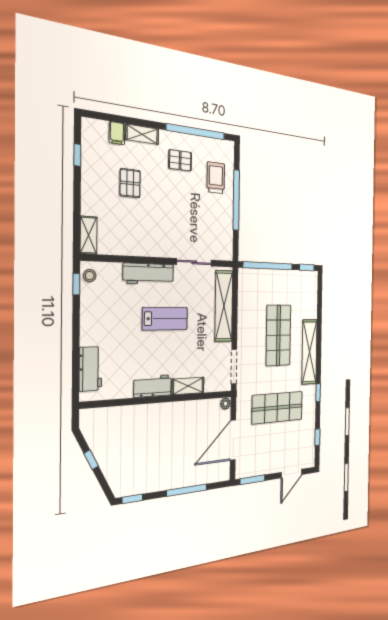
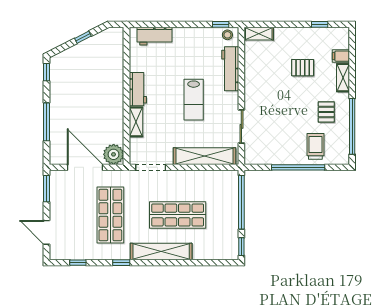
trolley: (216, 178) -> (315, 146), turned -90
workbench: (149, 274) -> (230, 69), moved
plant: (226, 404) -> (114, 154), width x1.87, depth x1.87

